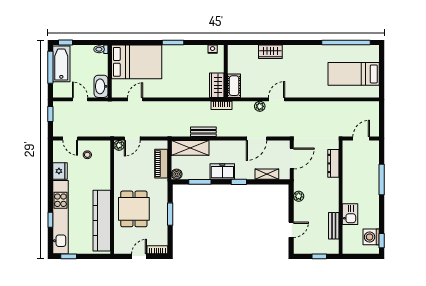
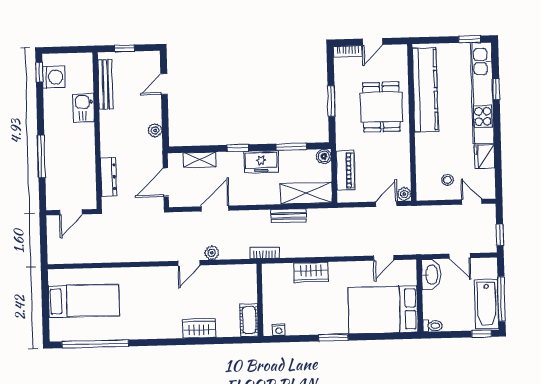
wardrobe: (217, 85) -> (311, 272), moved, turned 90
cot: (234, 86) -> (249, 320), moved
bench: (334, 226) -> (105, 84), width x1.36

